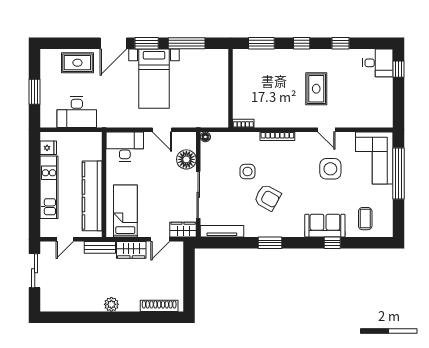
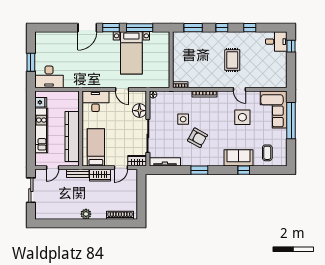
rug: (77, 63) -> (62, 41), removed
bed with nightstands: (154, 79) -> (131, 53), moved
desk: (77, 112) -> (49, 77), moved

